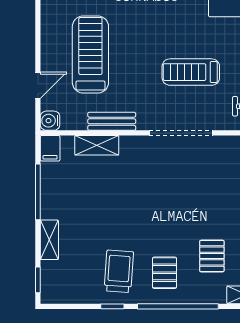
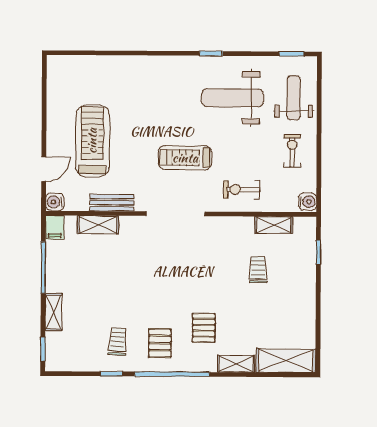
trolley: (119, 271) -> (118, 341), width x0.73, depth x0.72

